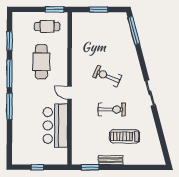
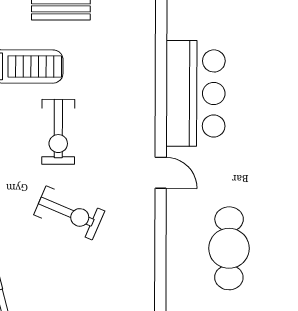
exercise bike: (112, 110) -> (58, 132), turned -90

